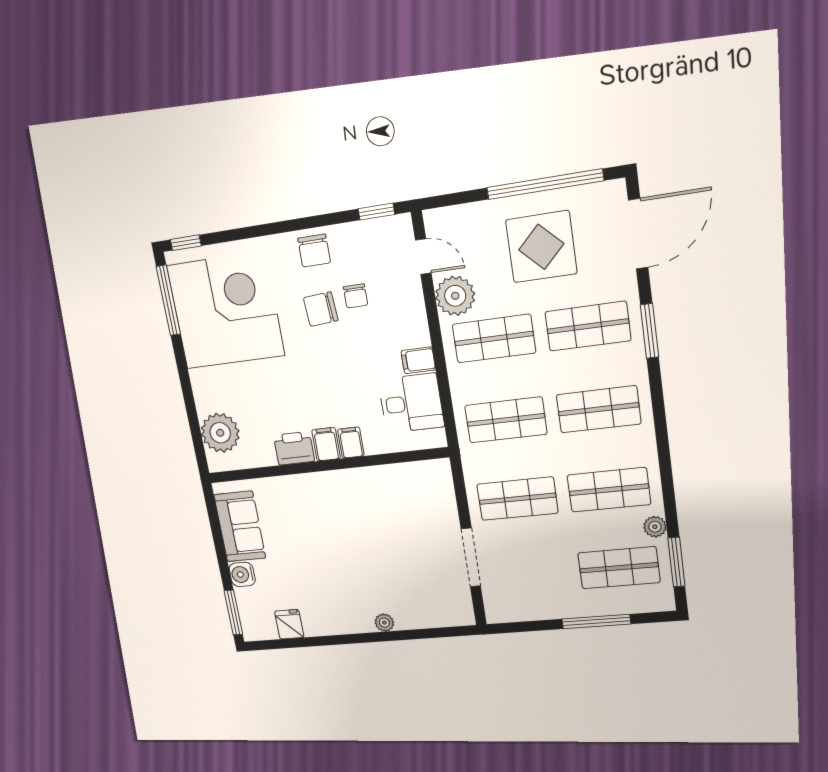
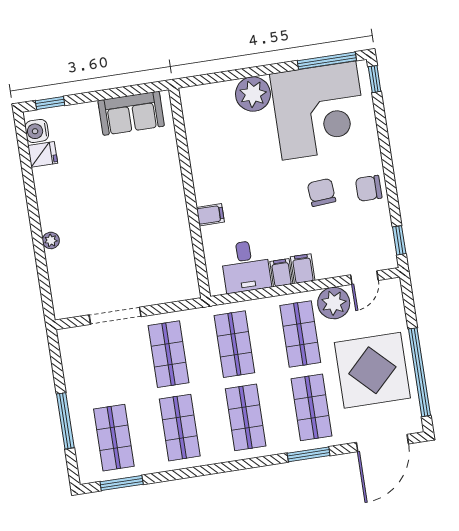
door: (638, 234) -> (382, 443), hinge flipped
display table: (541, 247) -> (372, 370), width x1.36, depth x1.36
chair: (356, 296) -> (333, 222), removed
plant: (220, 433) -> (253, 94), moved
filing cabinet: (326, 444) -> (303, 269), moved, turned -90
printer: (294, 448) -> (203, 165), removed
plant: (655, 527) -> (151, 465), removed
water cooler: (242, 574) -> (37, 131), moved, turned -90
window: (233, 613) -> (50, 103), width x0.67

